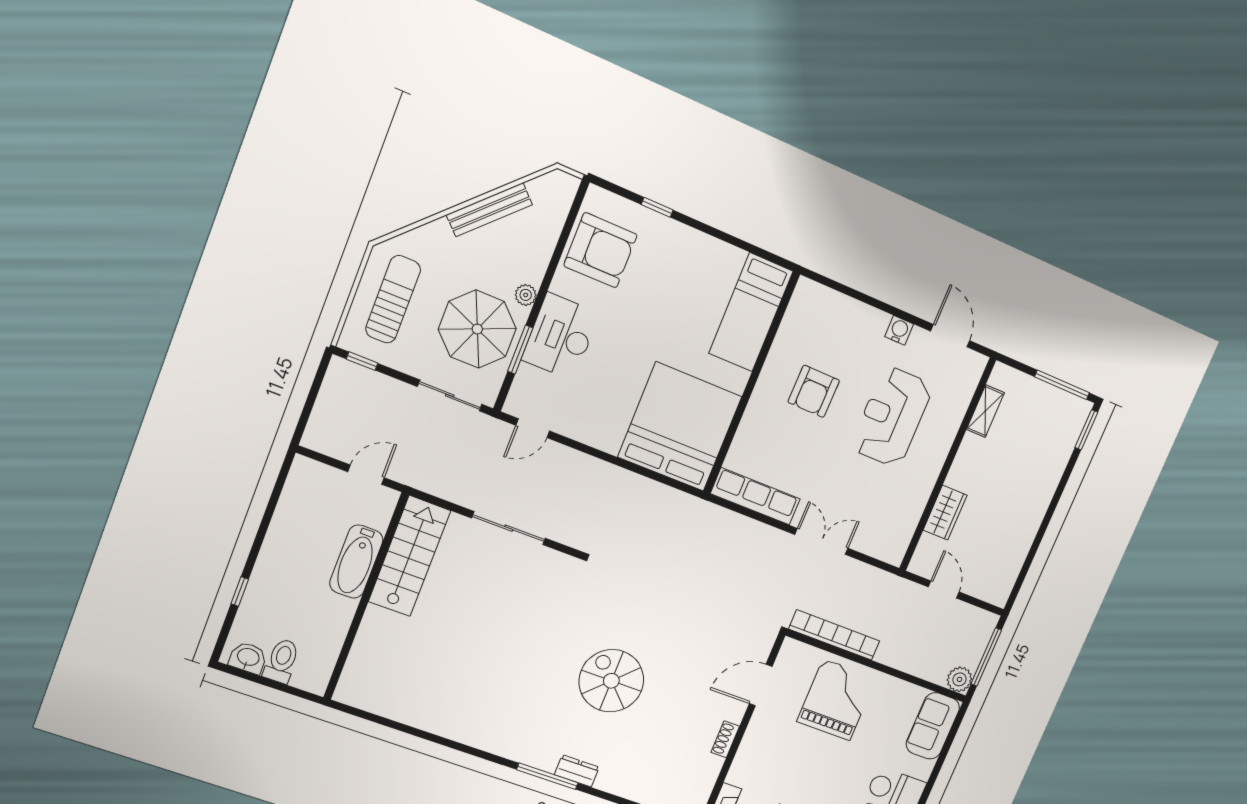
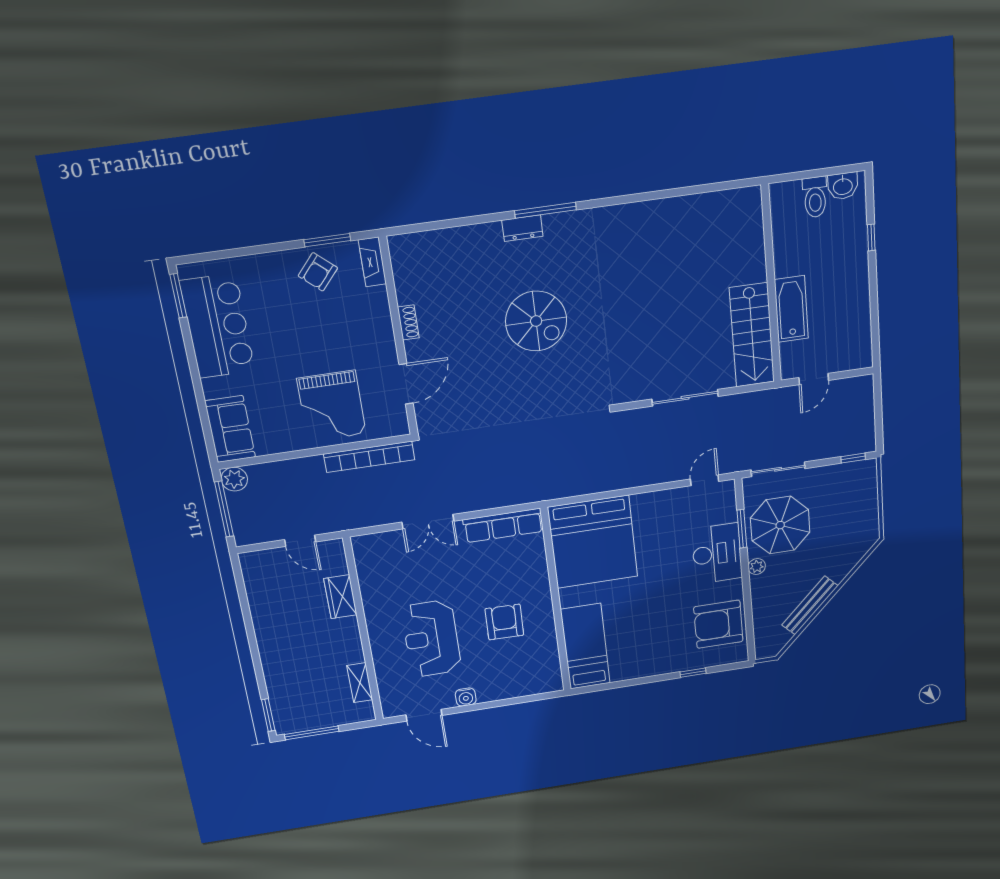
sun lounger: (393, 299) -> (850, 511), removed
reception desk: (892, 417) -> (431, 639), turned 180

